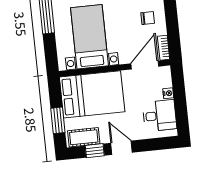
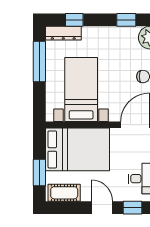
window: (95, 151) -> (132, 208), moved

